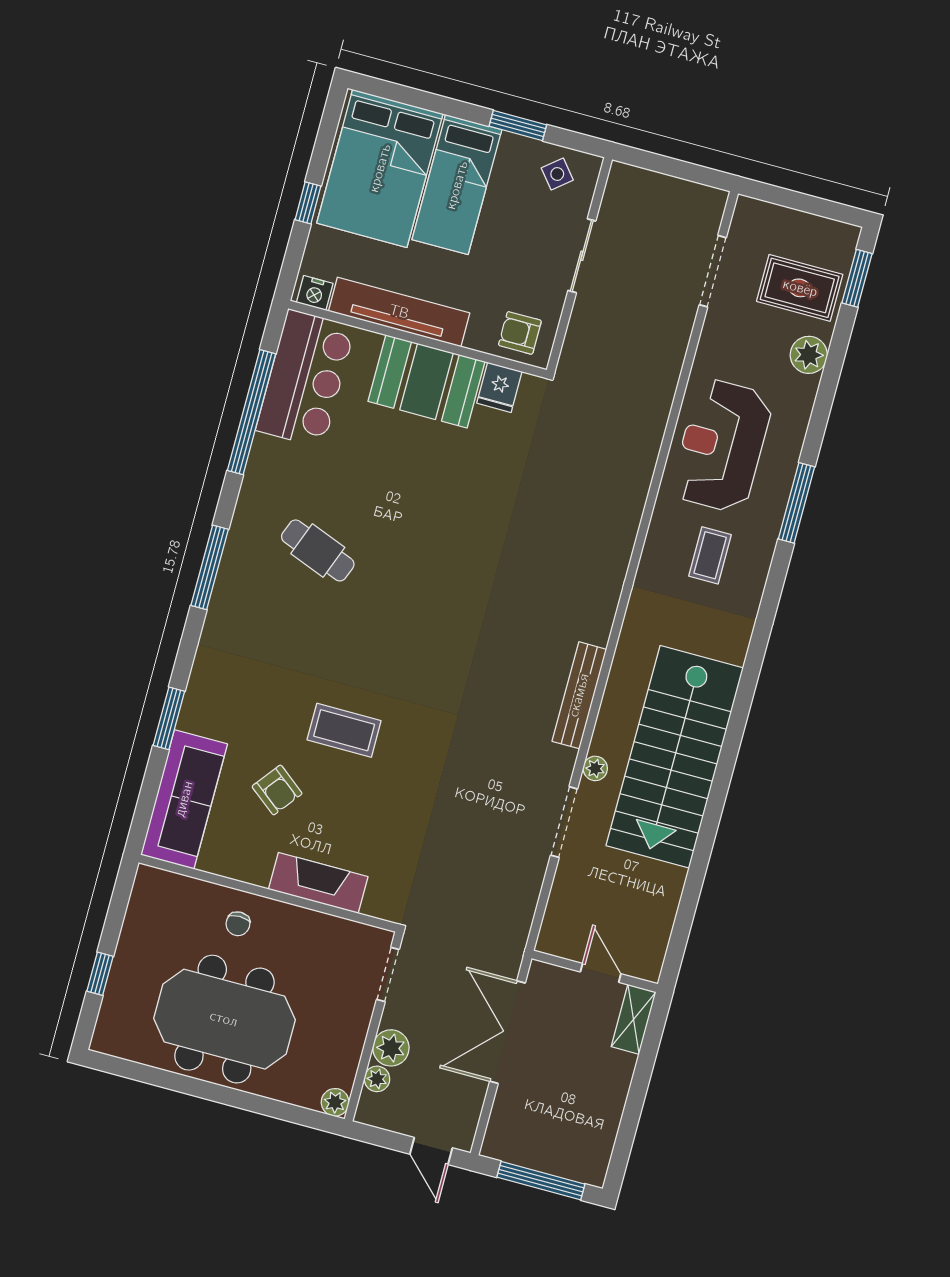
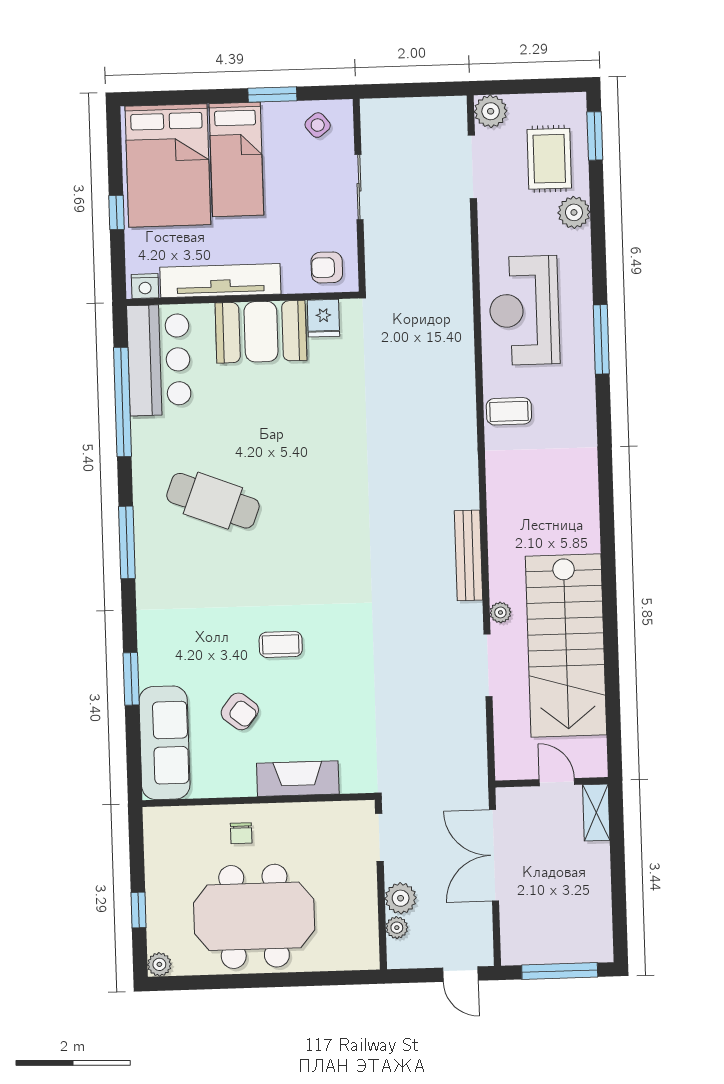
plant: (751, 216) -> (491, 111), added
rug: (800, 288) -> (549, 159), turned 90
cafe table: (318, 550) -> (213, 501), width x1.37, depth x1.35
coffee table: (710, 555) -> (509, 411), moved, turned 90
coffee table: (344, 730) -> (281, 644), width x0.73, depth x0.77
stairs: (675, 757) -> (566, 645), moved
plant: (335, 1102) -> (159, 964), moved

